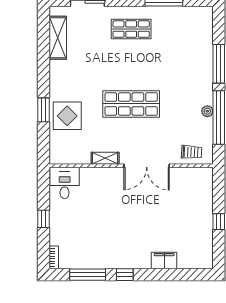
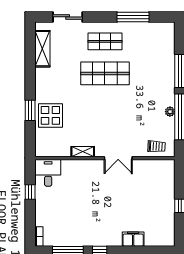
shop shelf: (131, 104) -> (105, 73), moved
double door: (147, 166) -> (118, 158), width x0.73
window: (44, 219) -> (30, 192), moved

